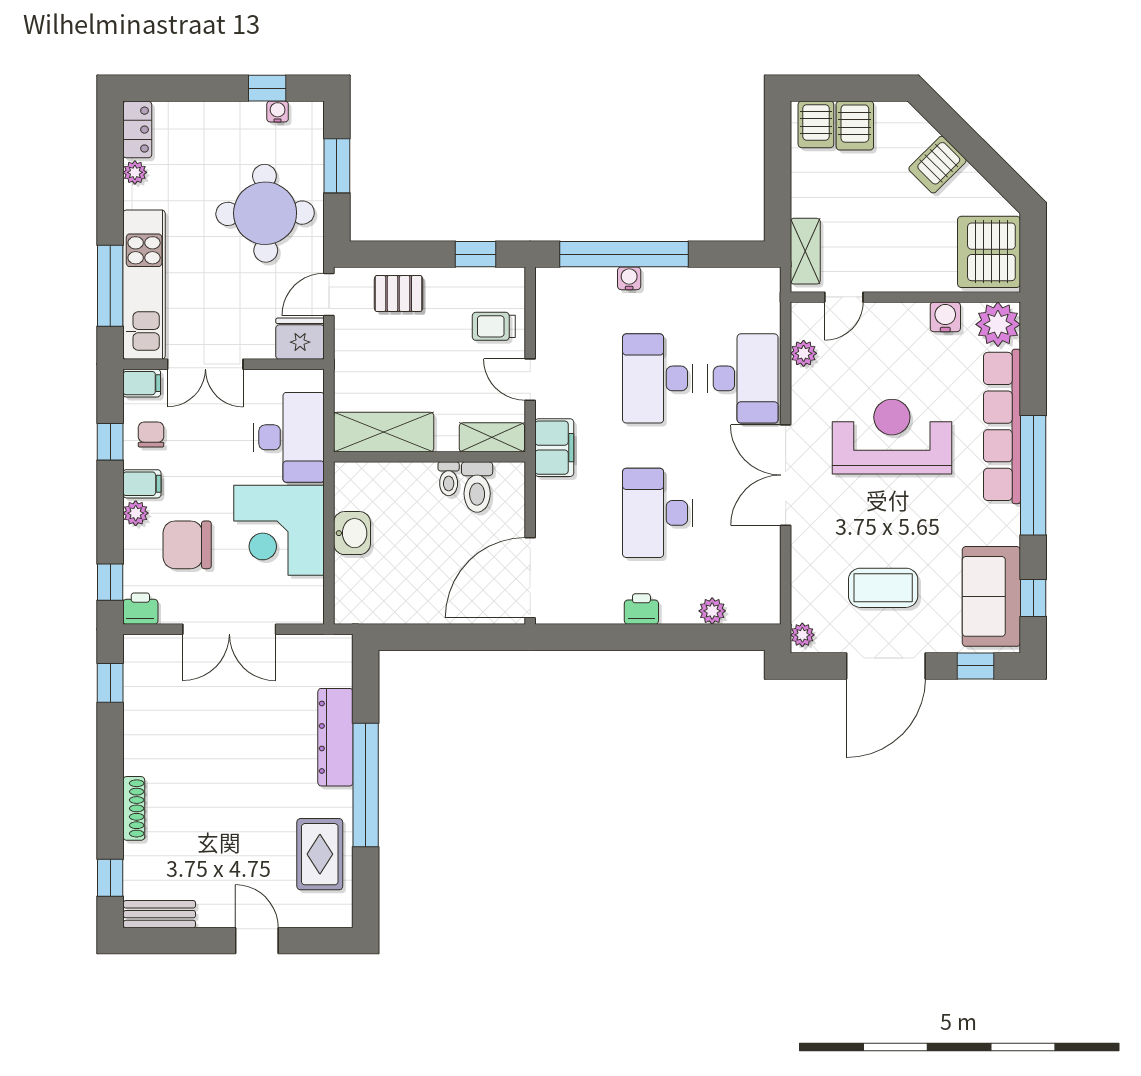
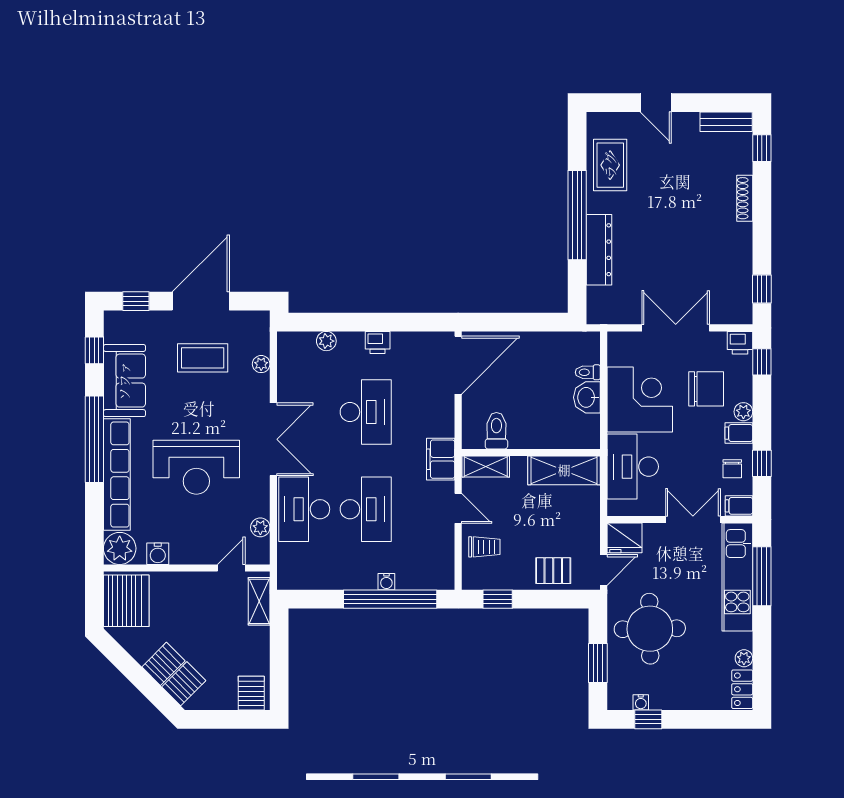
server rack: (855, 125) -> (184, 684), moved, turned 45
toilet: (449, 479) -> (588, 372), moved, turned -90
sofa: (991, 596) -> (124, 381), moved
plant: (802, 635) -> (261, 364), moved

